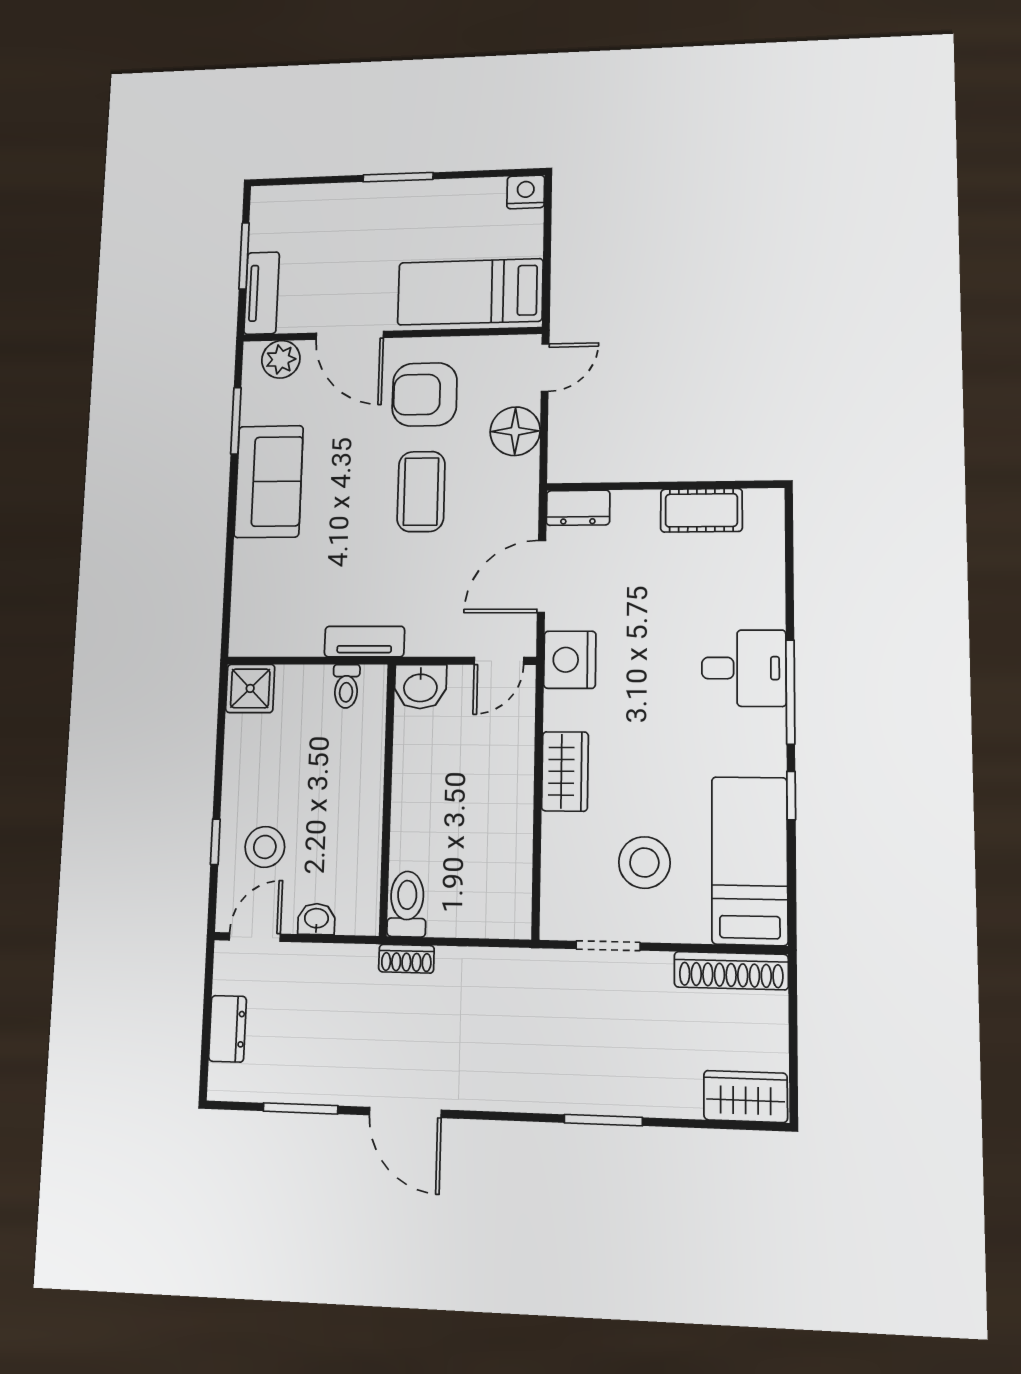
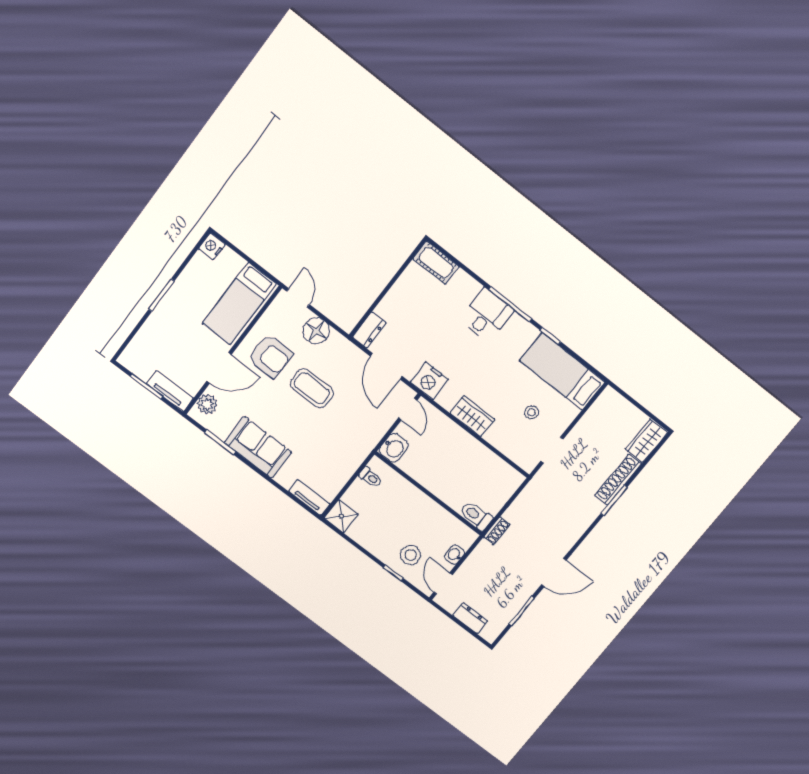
armchair: (425, 394) -> (270, 356), turned -90
cot: (701, 510) -> (436, 263), moved, turned 90
tv unit: (364, 642) -> (309, 498), moved, turned 90
stool: (644, 862) -> (531, 412), width x0.53, depth x0.53
shoe rack: (731, 971) -> (618, 480), moved, turned 180

